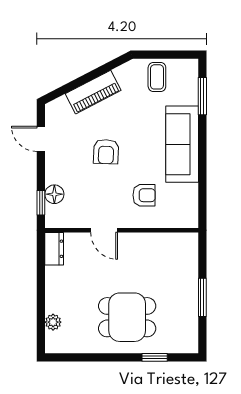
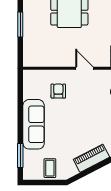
armchair: (106, 152) -> (83, 119), removed
armchair: (144, 195) -> (58, 91), turned 90

